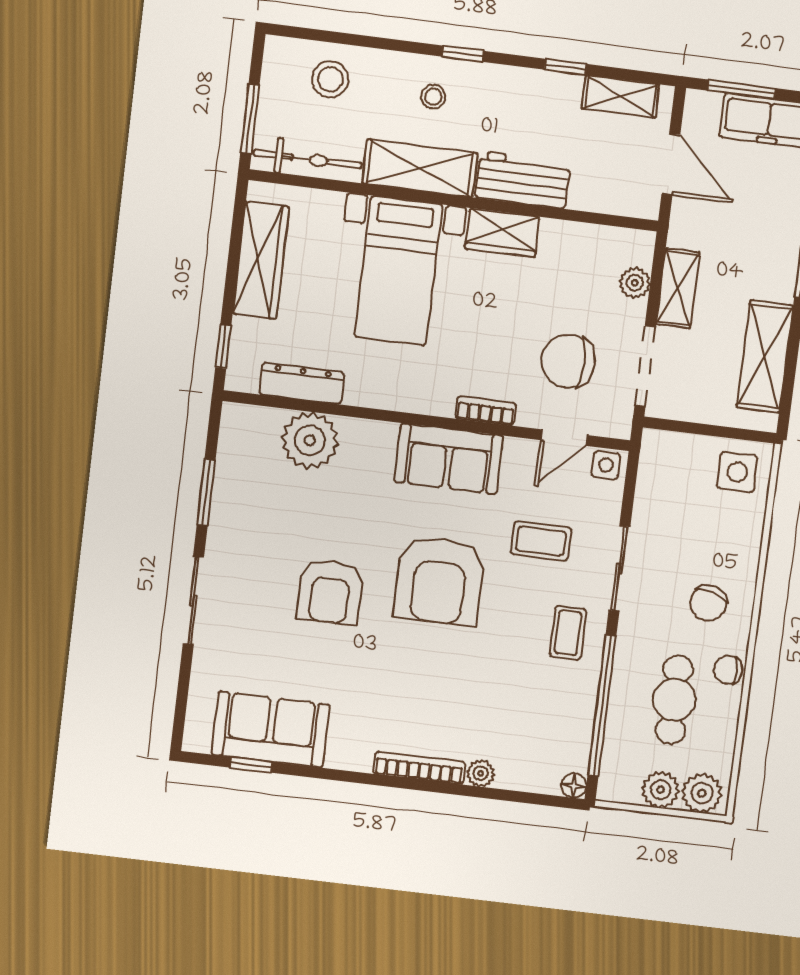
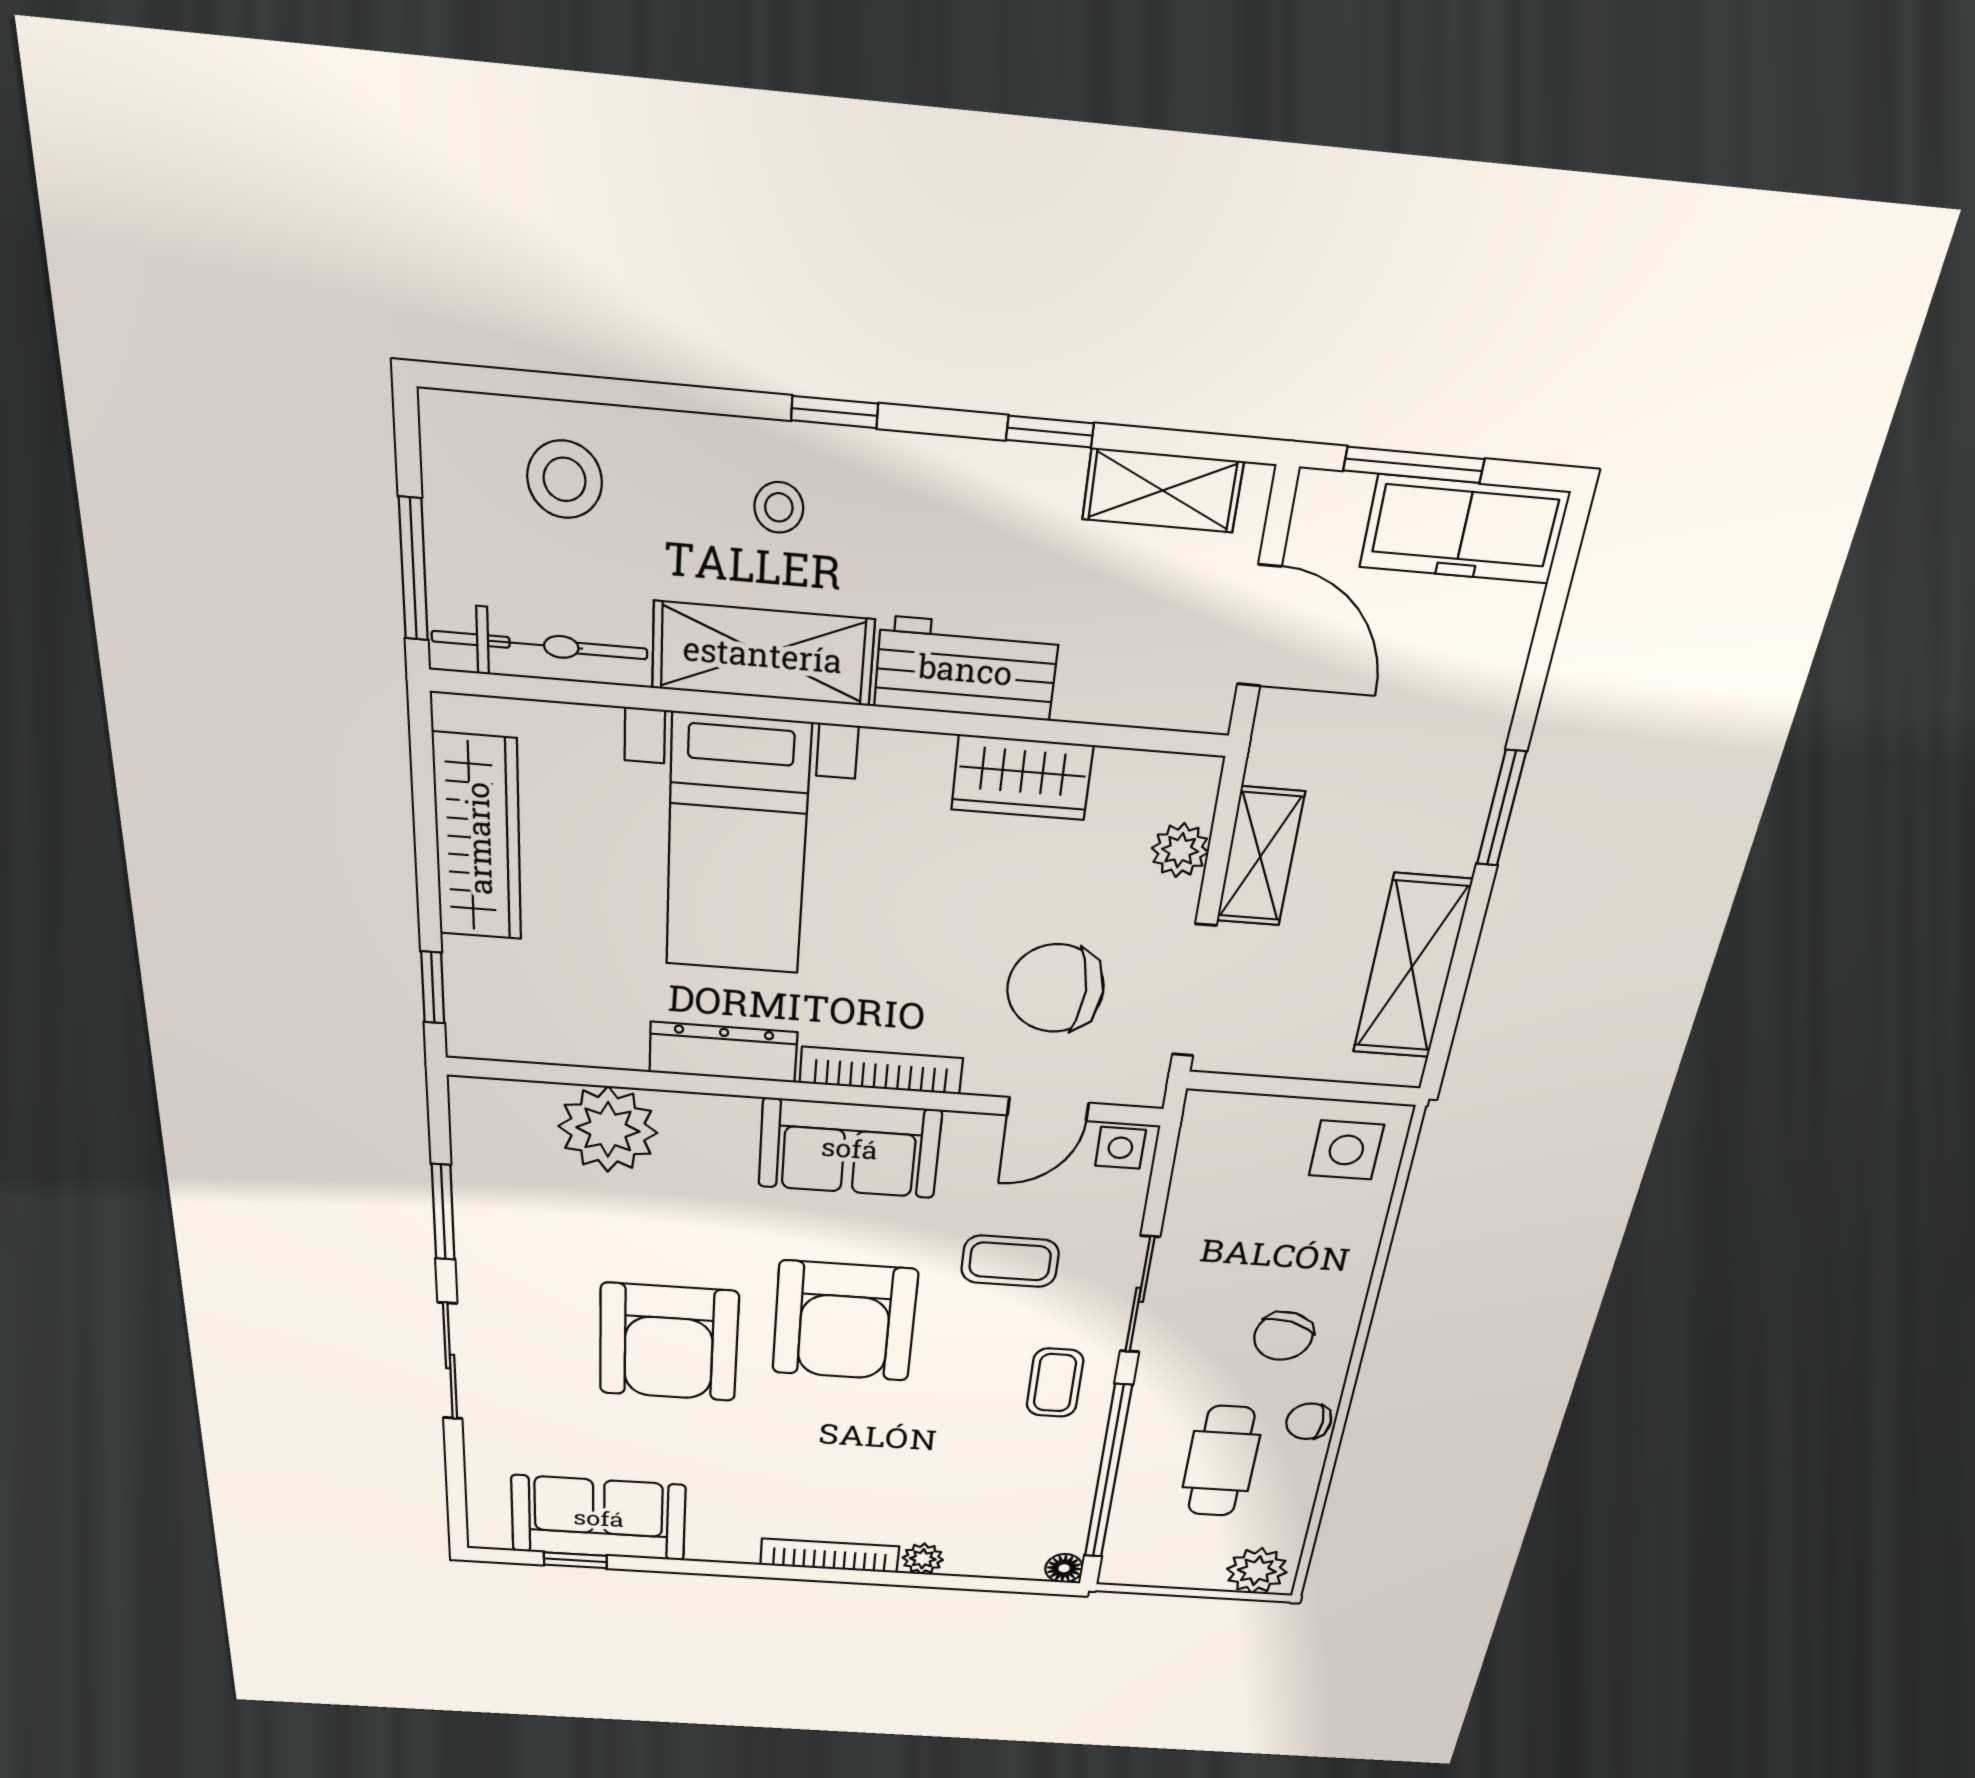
wardrobe: (502, 233) -> (1022, 778), moved
dresser: (302, 383) -> (723, 1052), moved
bookcase: (486, 411) -> (881, 1071), width x1.56
armchair: (330, 592) -> (669, 1342), width x1.36, depth x1.36
plant: (661, 790) -> (1195, 1569), removed

